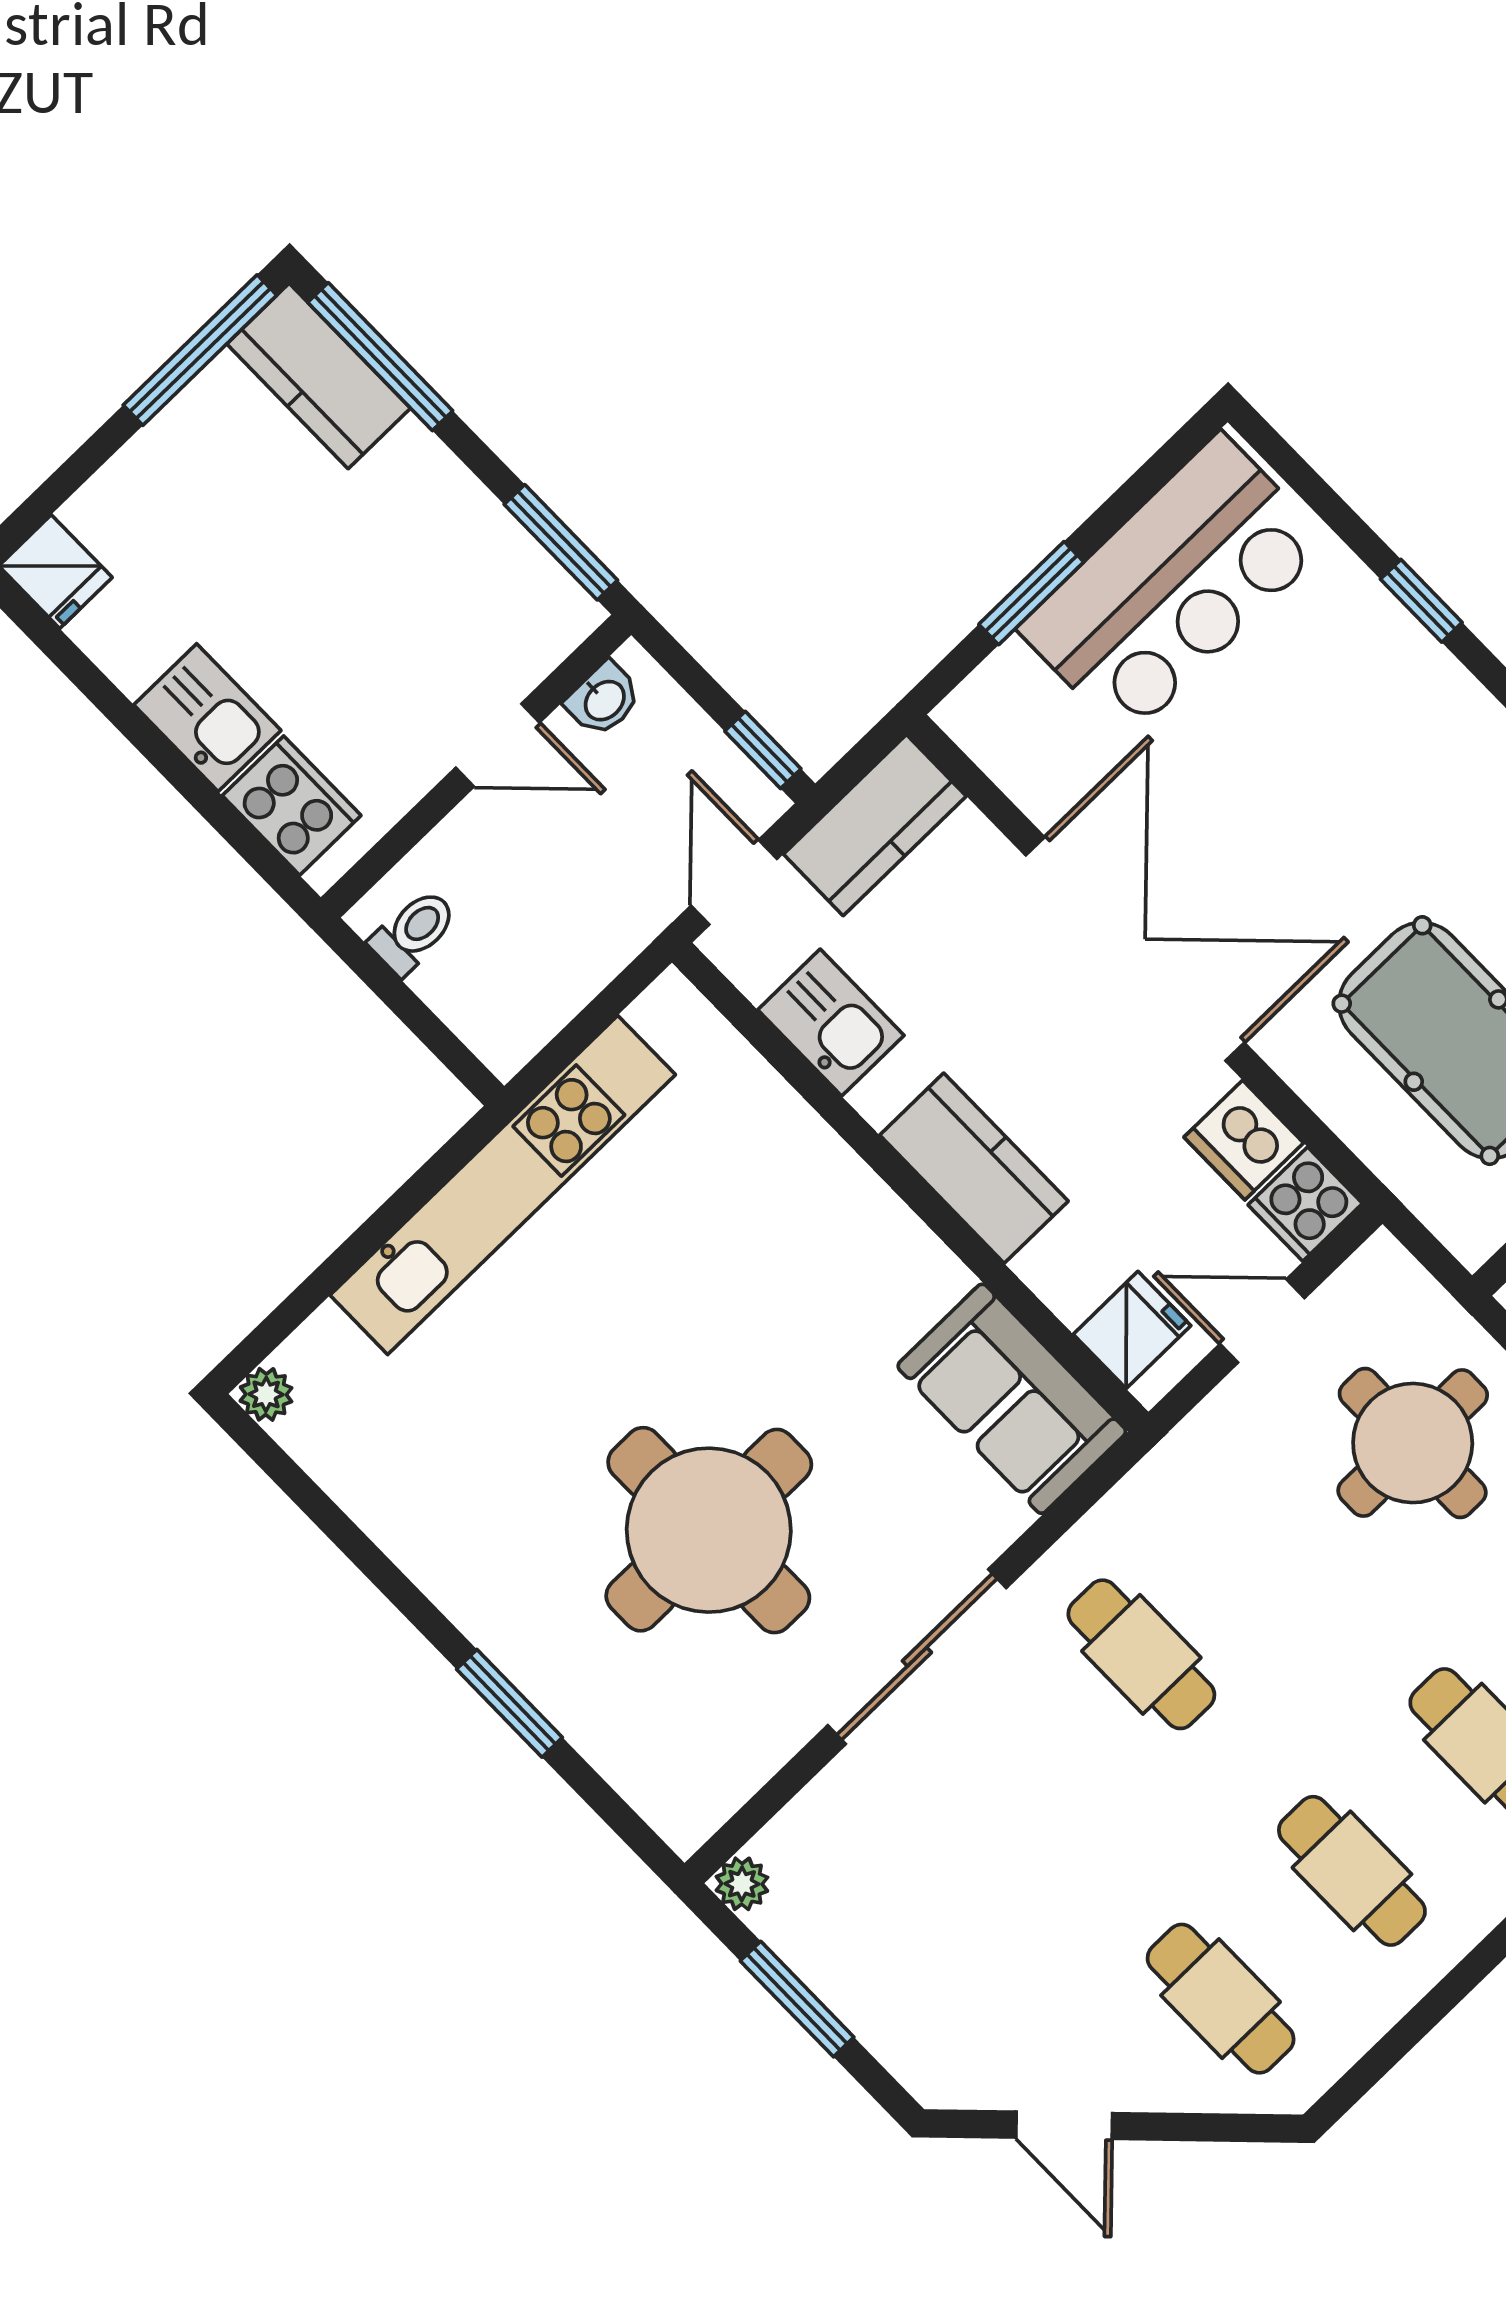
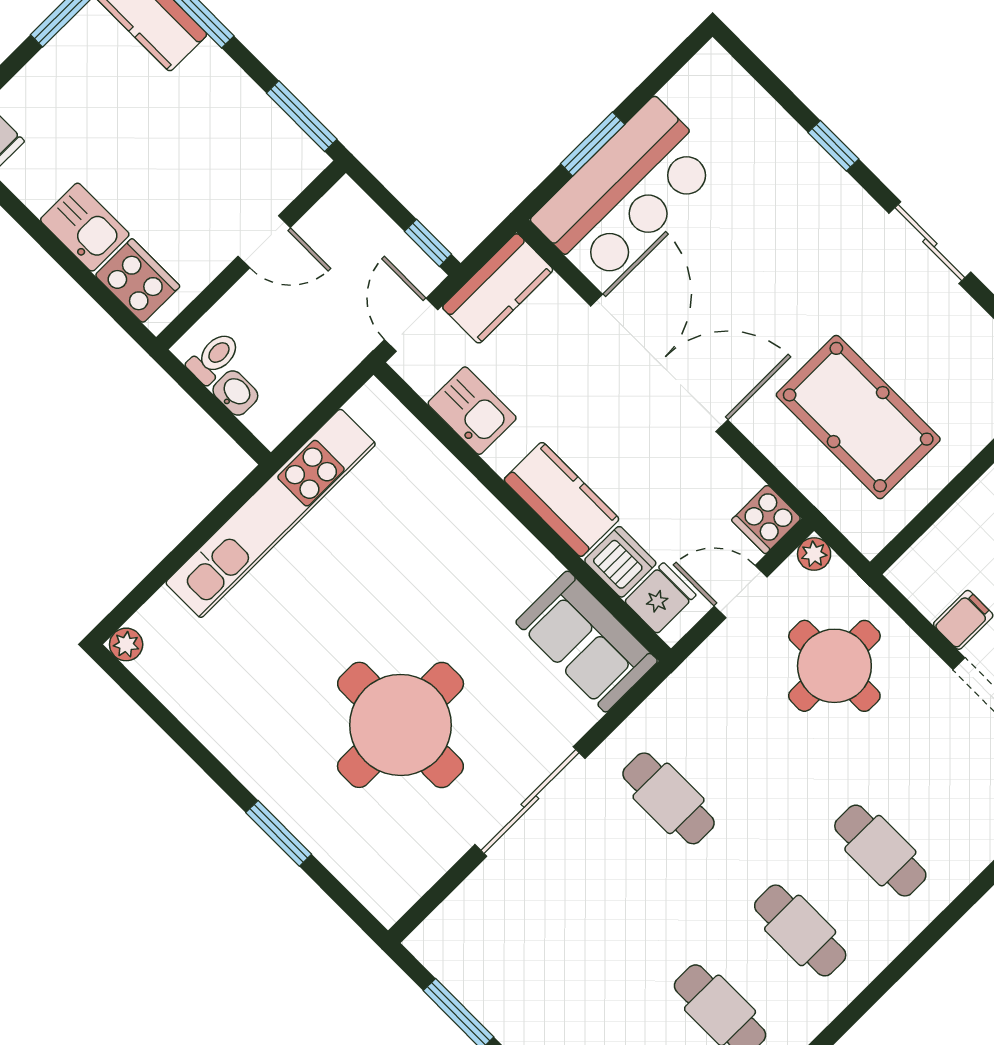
bar counter: (1173, 586) -> (627, 192), moved
washbasin: (604, 699) -> (235, 393), moved, turned -90
dishwasher: (1244, 1140) -> (620, 562), moved, turned 180
plant: (742, 1884) -> (814, 554), moved

